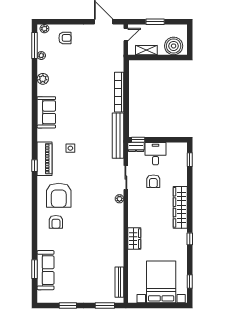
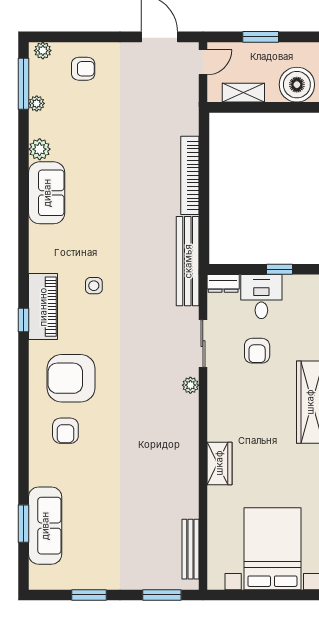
sofa: (46, 112) -> (47, 193), moved
window: (138, 140) -> (279, 269), moved
armchair: (59, 195) -> (71, 378), turned 90

